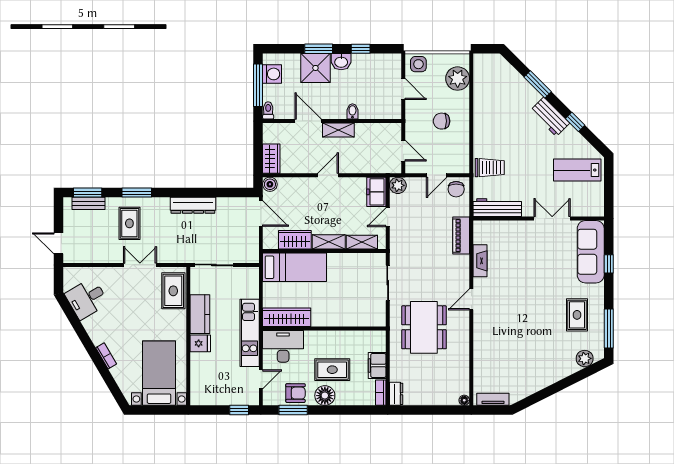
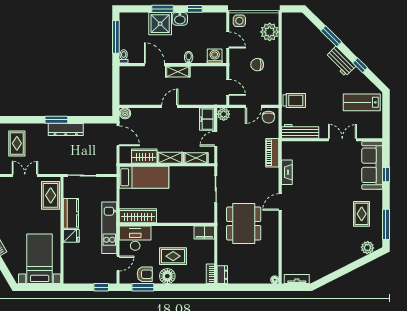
washing machine: (272, 74) -> (215, 56), moved, turned -90
wardrobe: (271, 159) -> (126, 94), removed
window: (137, 193) -> (56, 120), moved
filing cabinet: (377, 365) -> (204, 233), moved, turned -90

